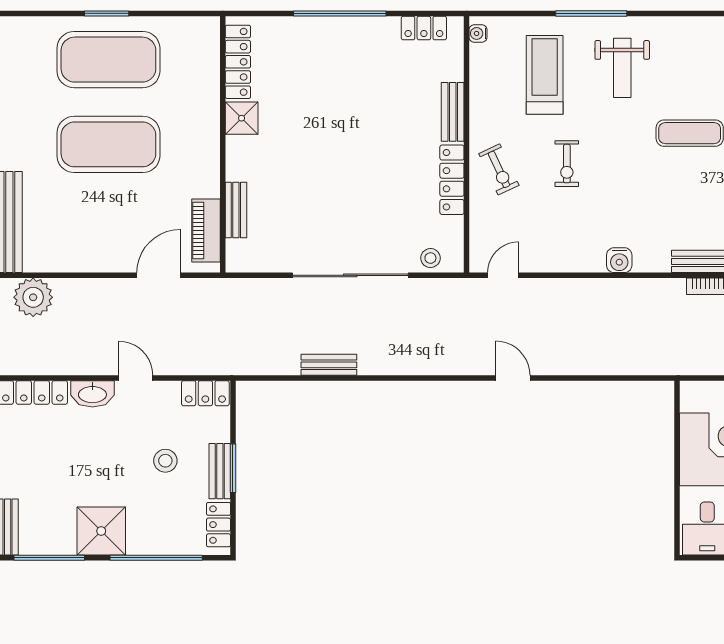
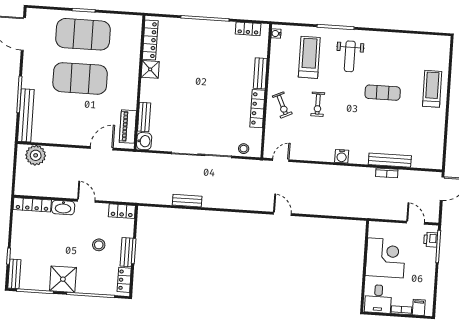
washbasin: (239, 256) -> (144, 141), added

